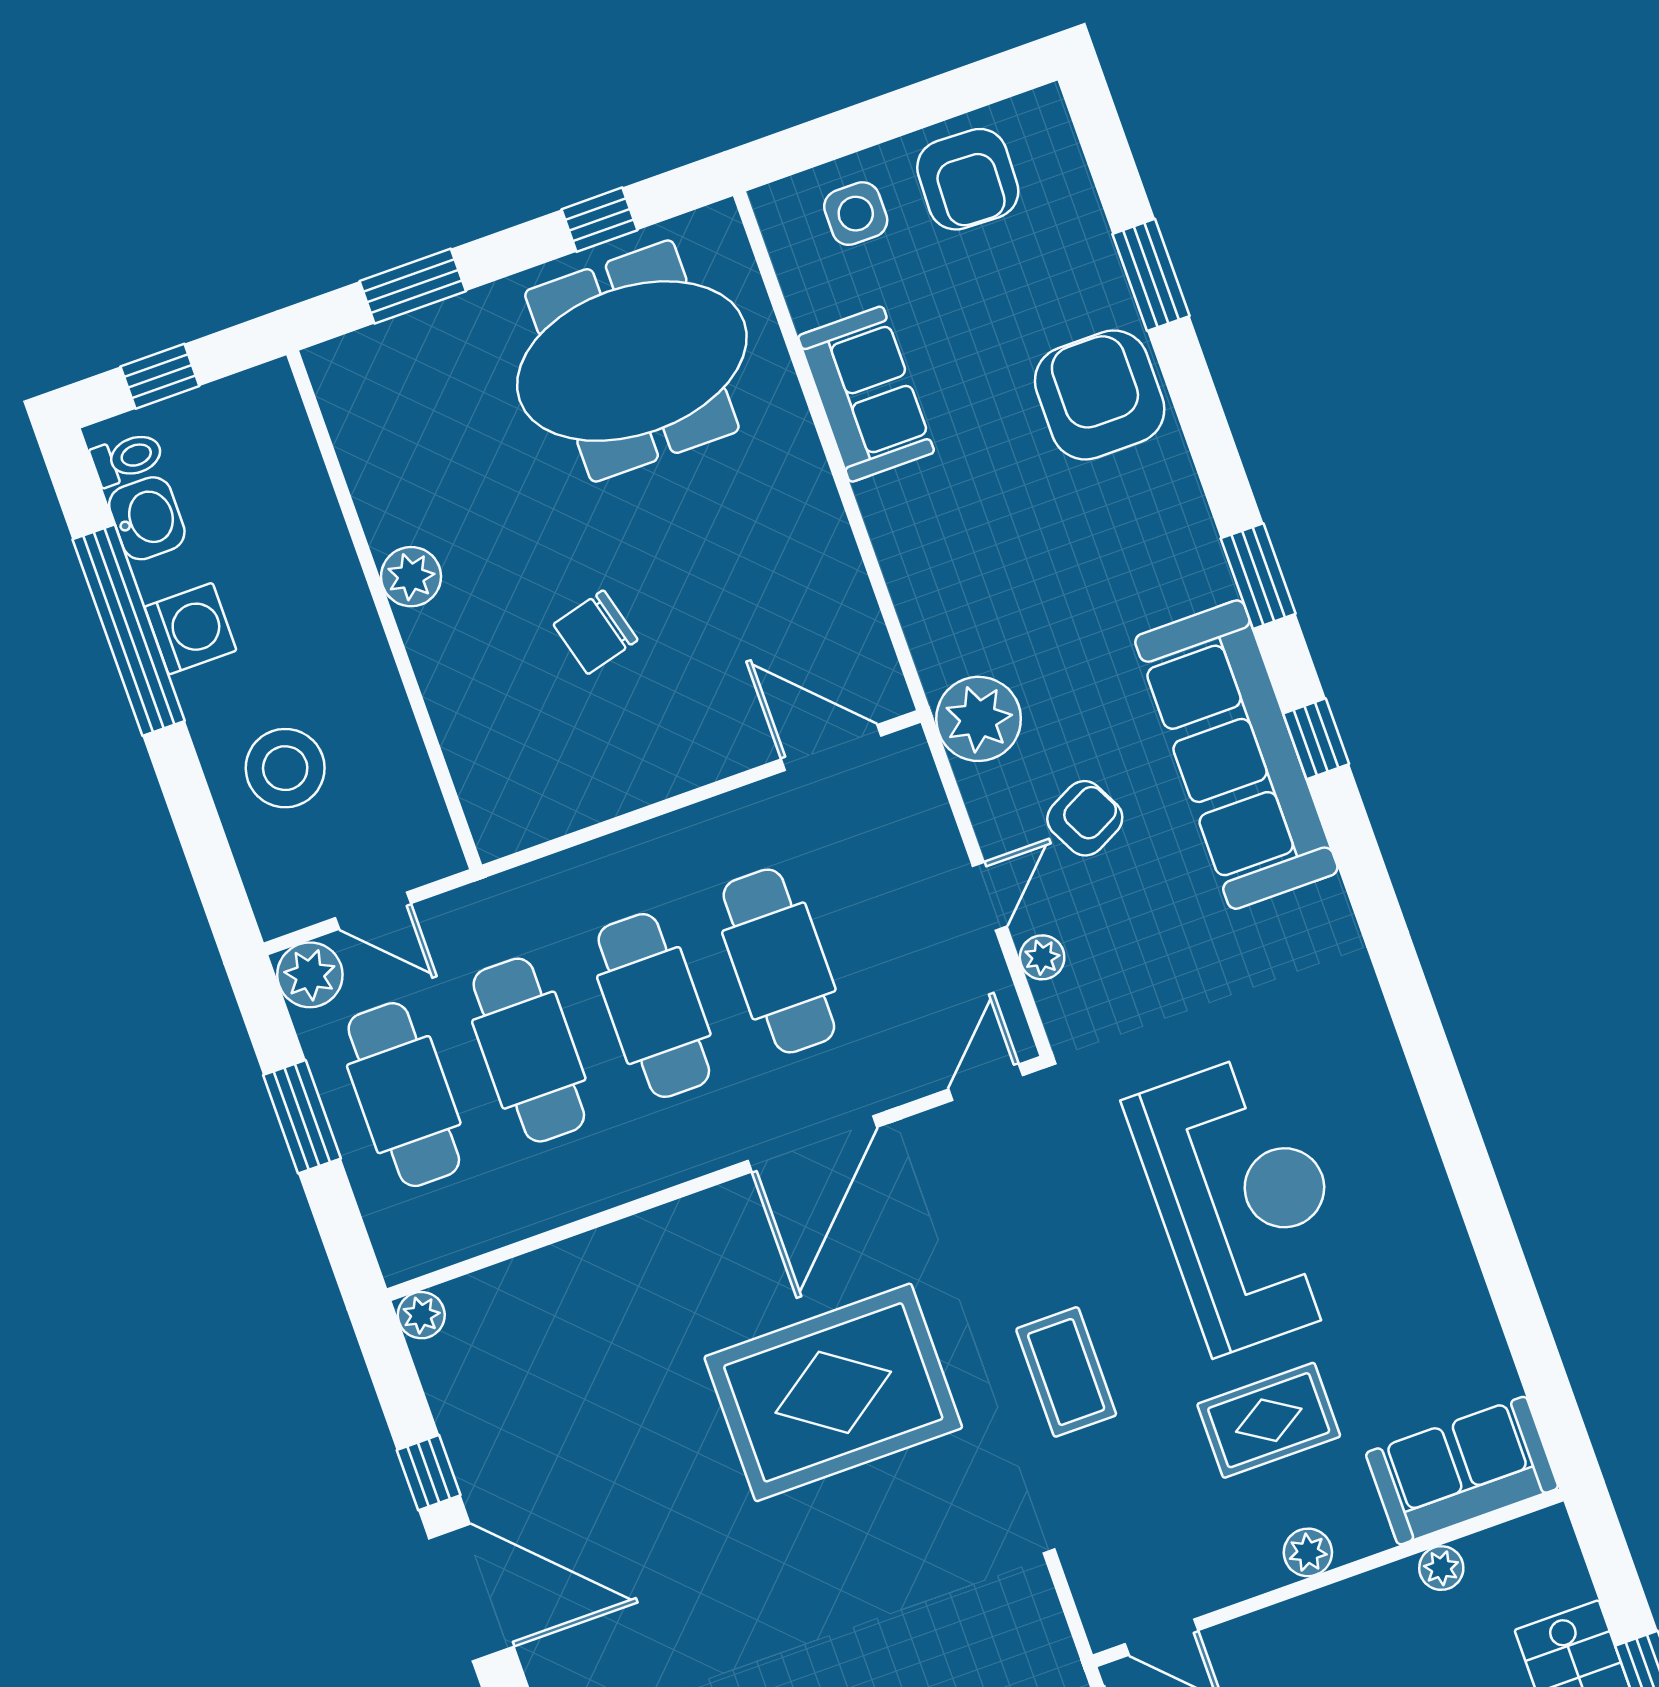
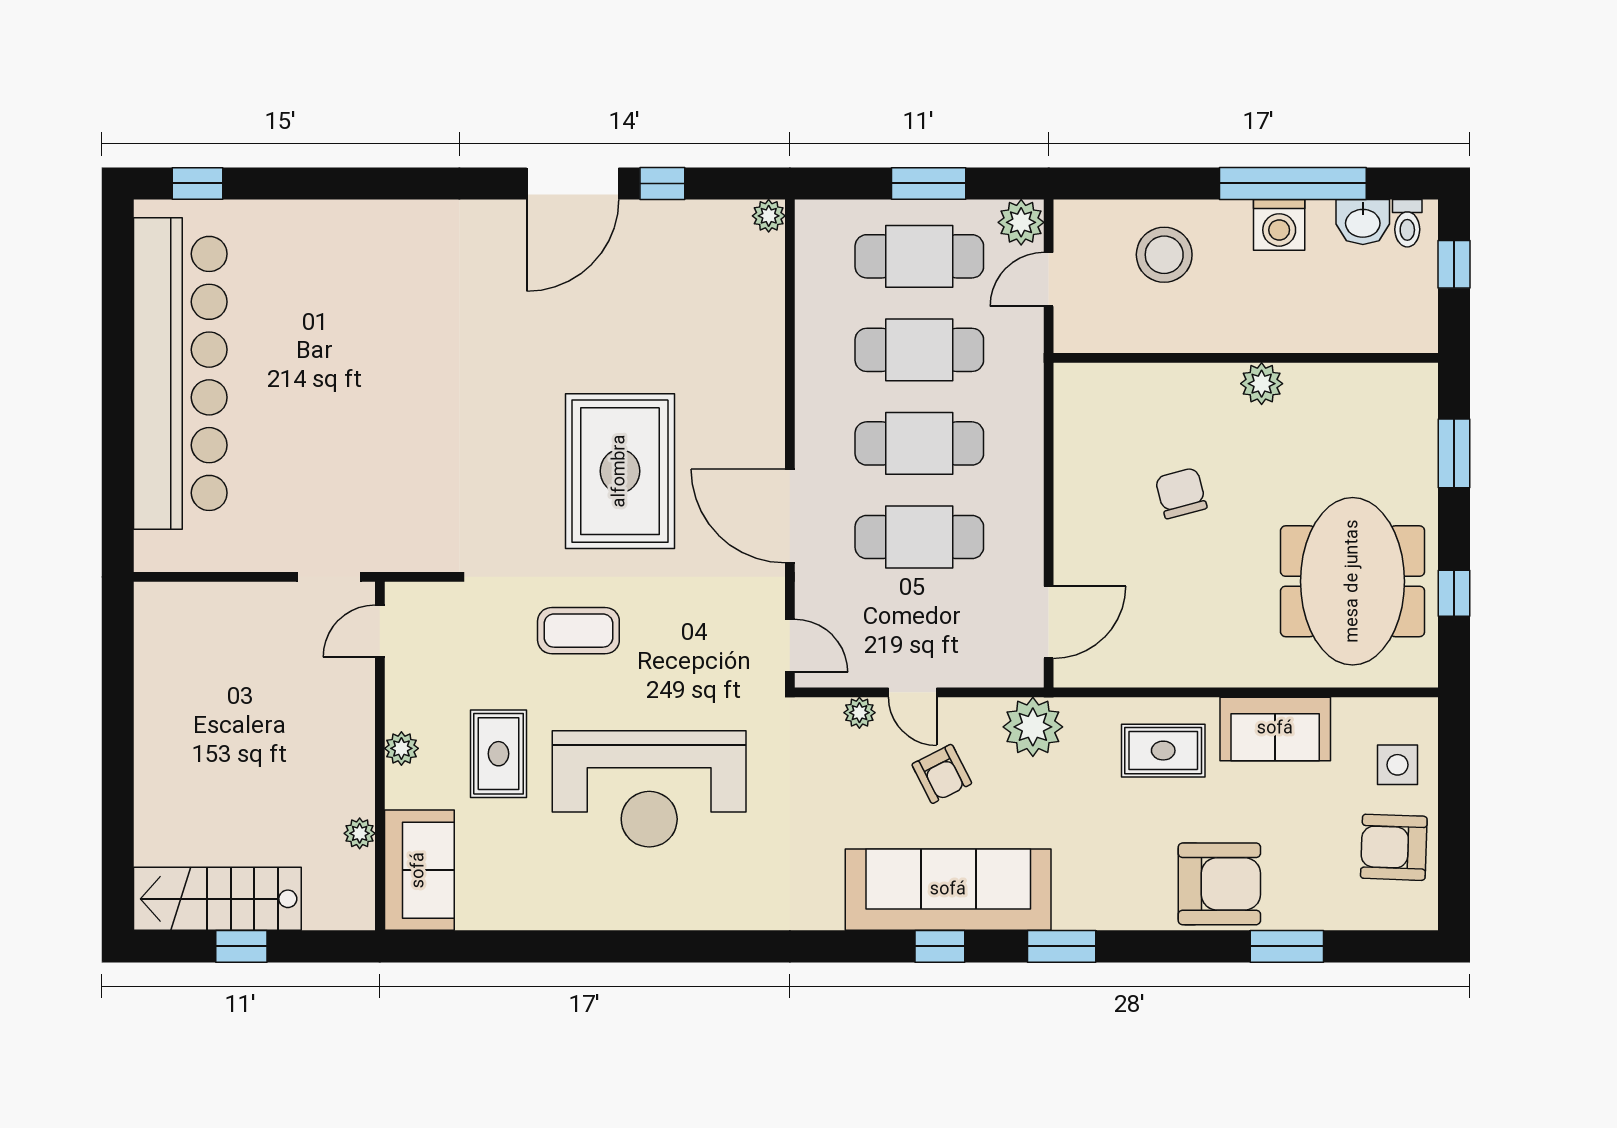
rug: (948, 533) -> (1163, 751), added

